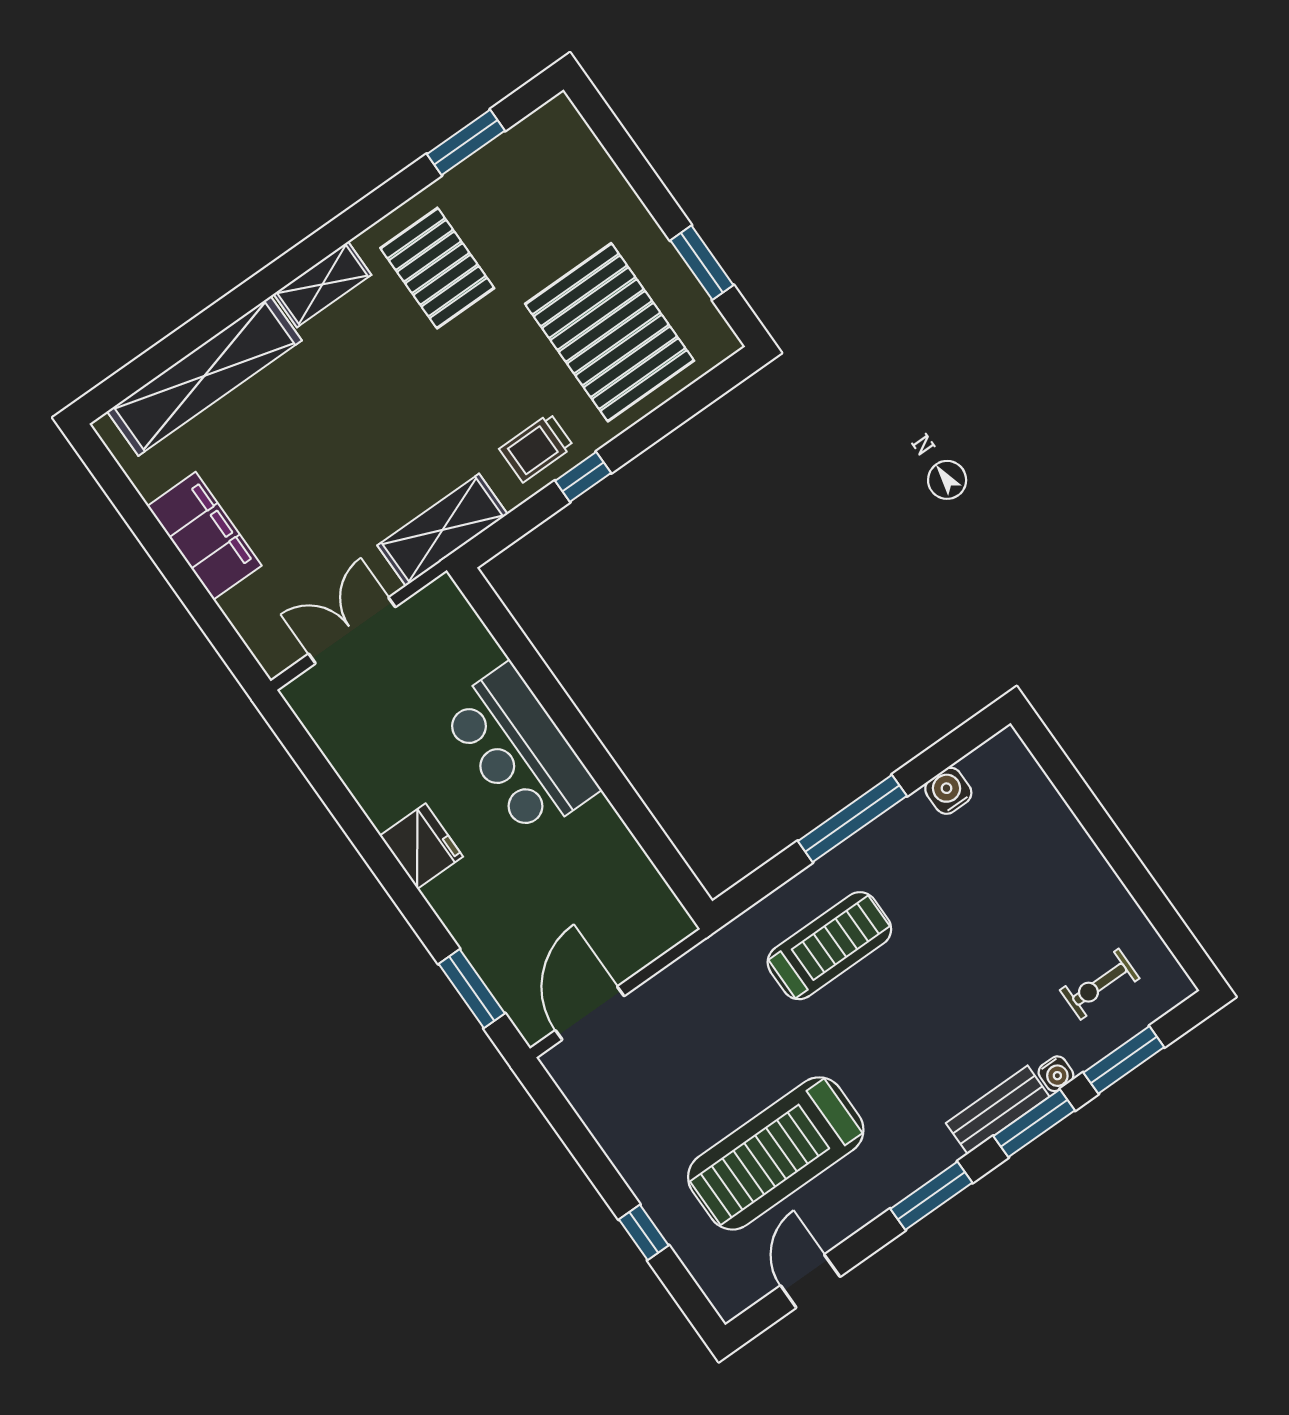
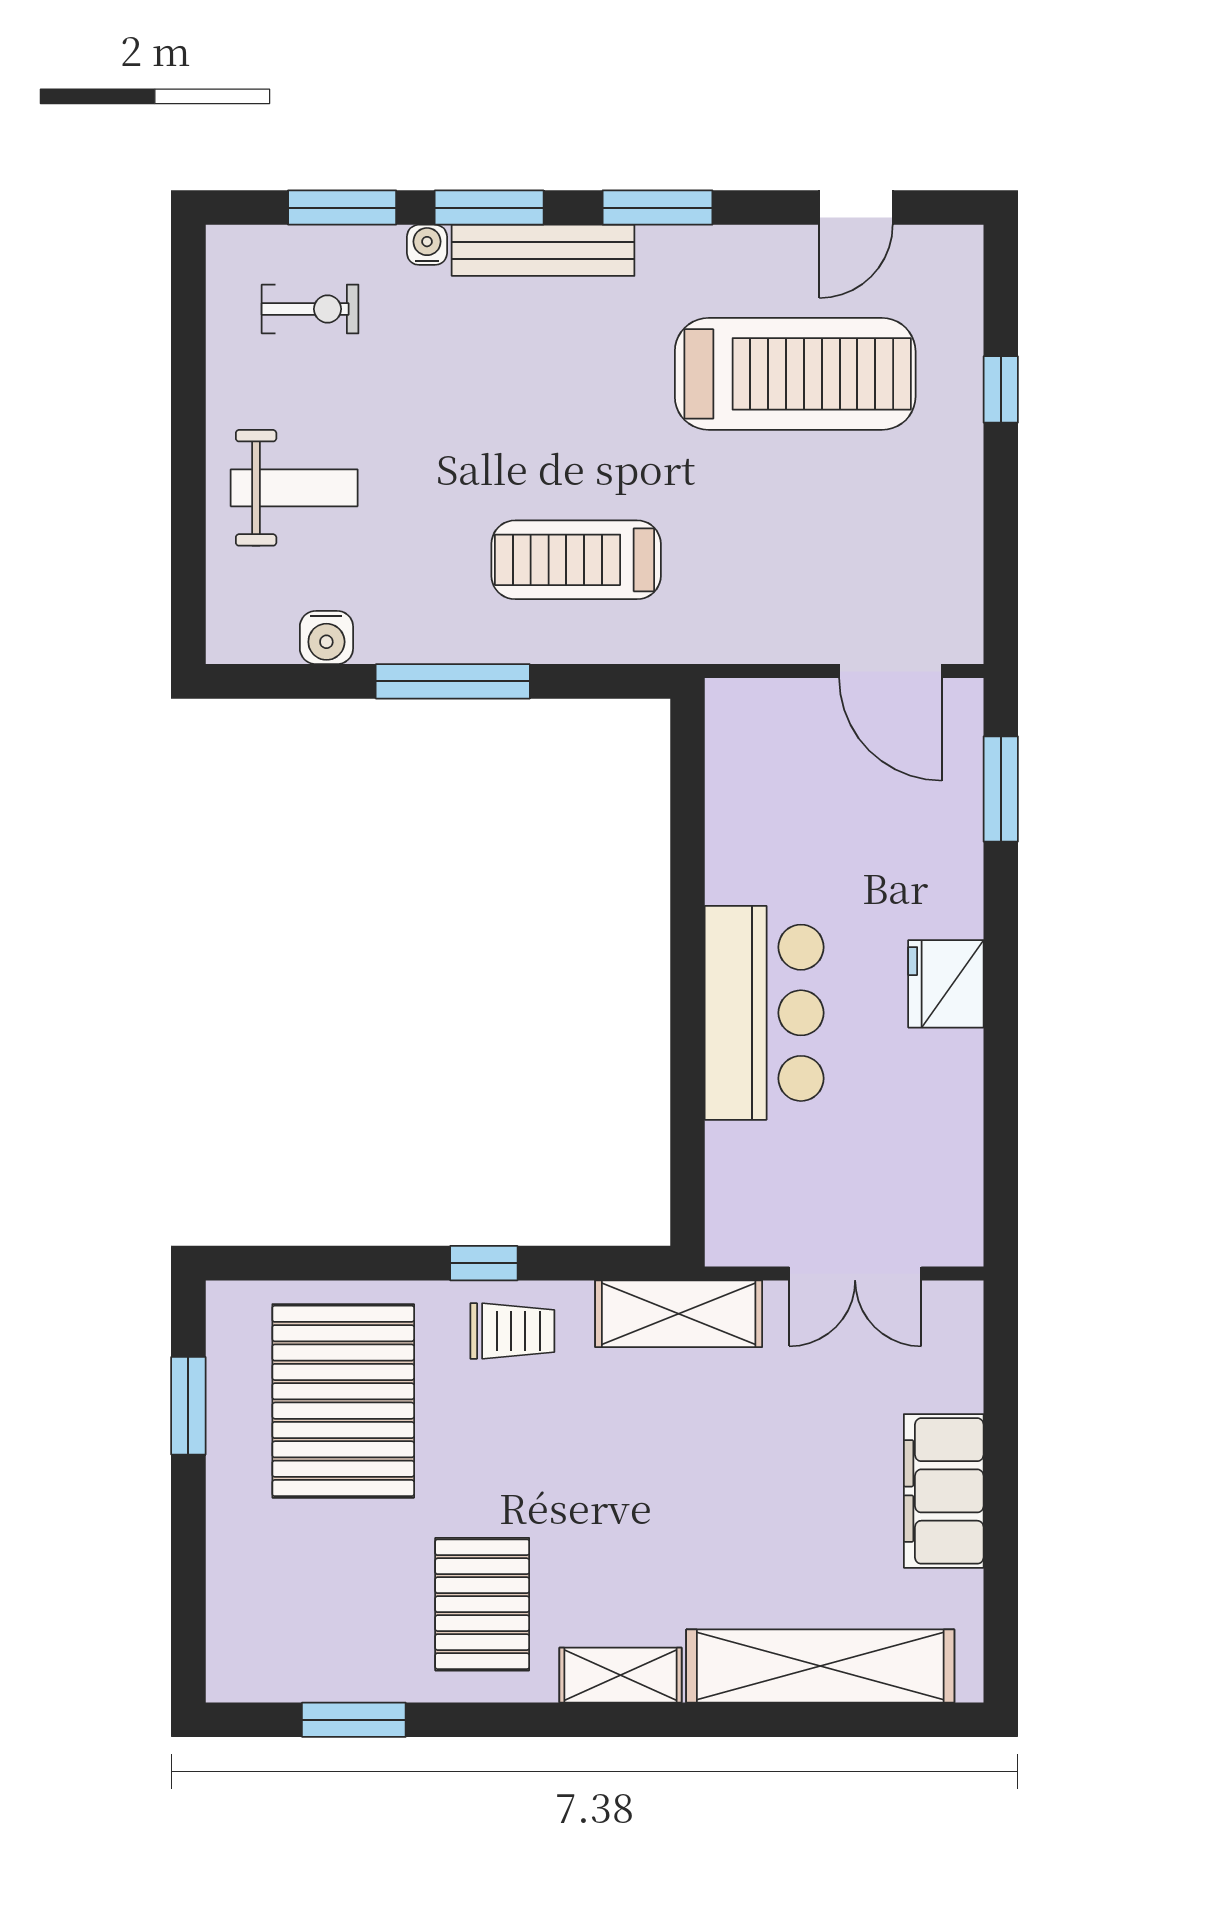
weight bench: (1032, 868) -> (294, 488), added
door: (590, 1013) -> (890, 671), hinge flipped
bench: (998, 1110) -> (543, 250), width x1.36

